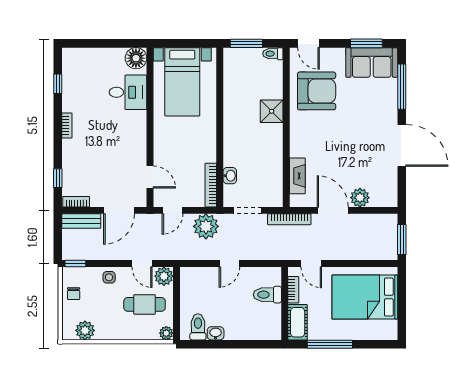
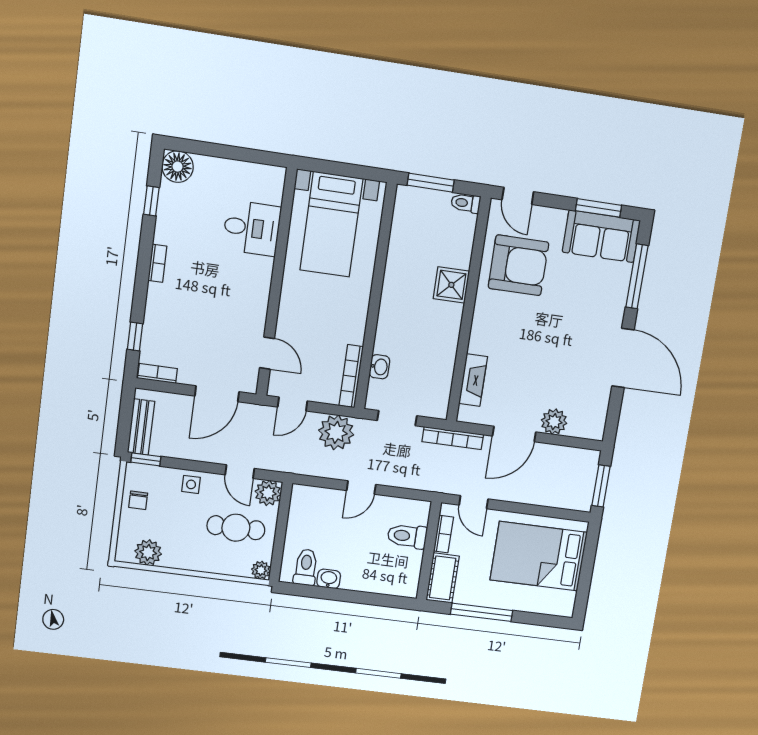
floor lamp: (136, 58) -> (178, 167), moved
door: (333, 210) -> (514, 434), swing flipped
bench: (81, 221) -> (141, 427), moved, turned 90

